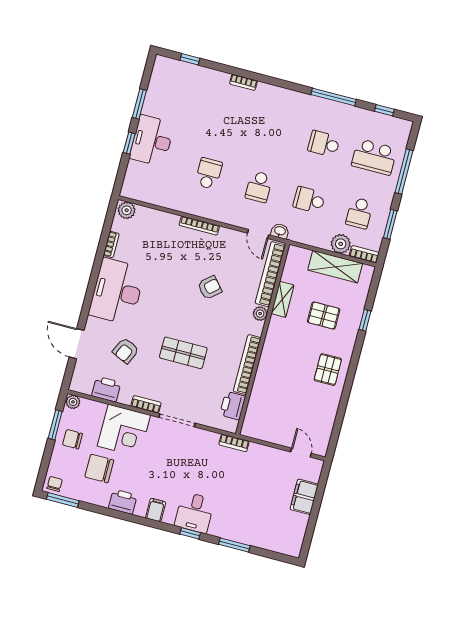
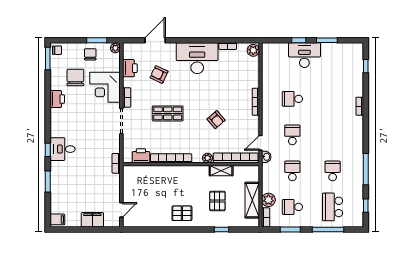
school desk: (209, 174) -> (292, 99), turned 180
school desk: (259, 187) -> (292, 135), turned 90
shop shelf: (183, 353) -> (168, 113), turned 90
filing cabinet: (156, 510) -> (57, 219), moved

